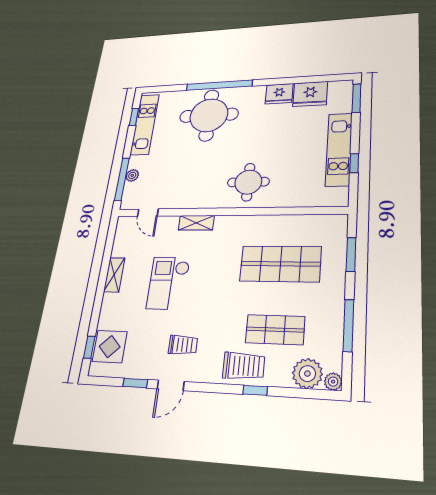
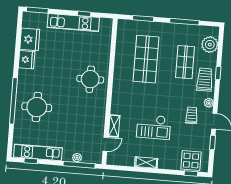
round table: (209, 115) -> (37, 107), width x0.73, depth x0.73
shelving: (196, 223) -> (114, 126), moved
plant: (333, 382) -> (209, 103), moved

